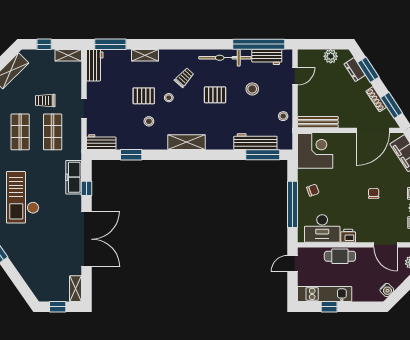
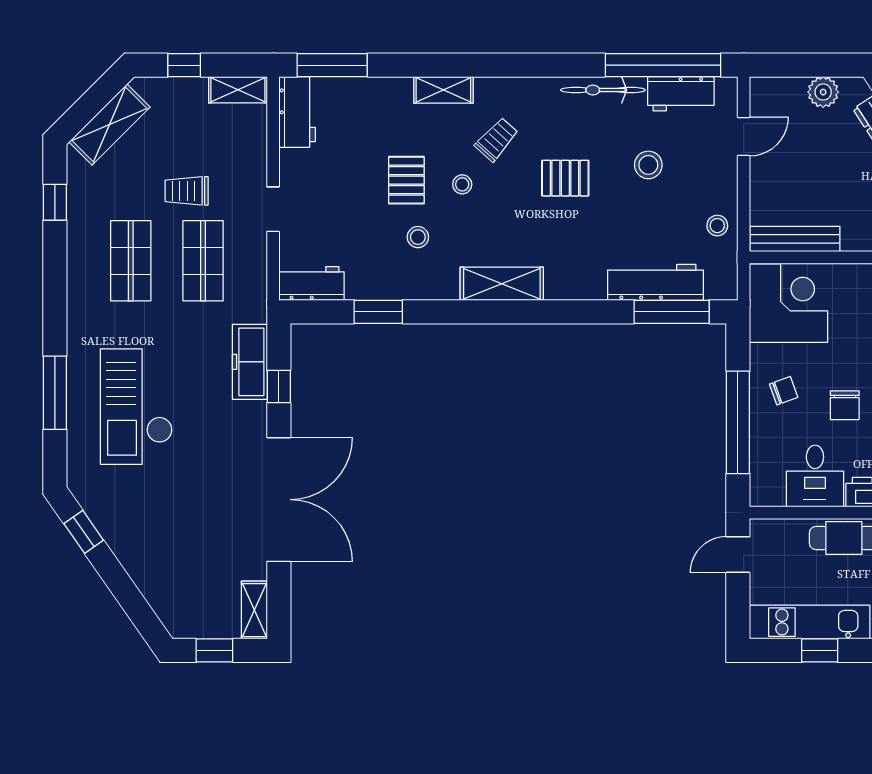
shelving: (145, 55) -> (443, 90), moved
bicycle: (225, 58) -> (603, 90), width x0.73, depth x0.71
pallet: (144, 96) -> (406, 180), turned 90
chair: (340, 197) -> (845, 405), added
desk: (322, 228) -> (815, 476), width x0.73

